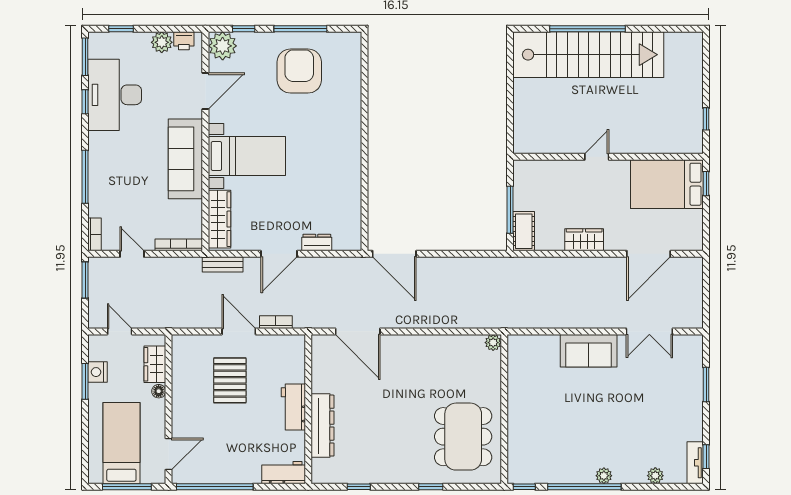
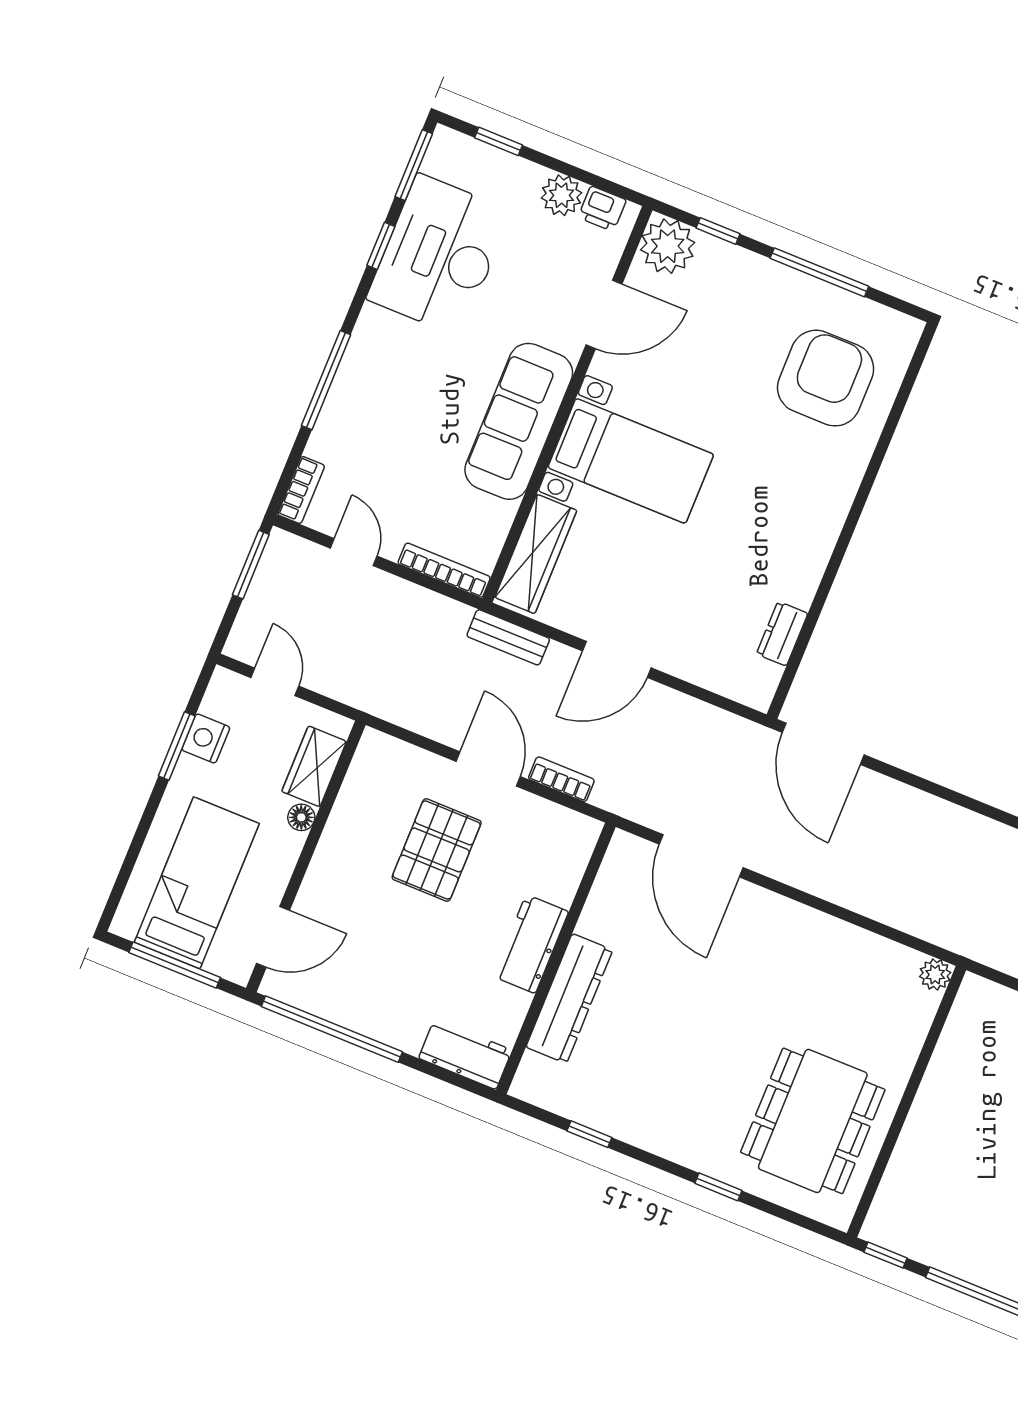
armchair: (299, 71) -> (826, 378), moved
dresser: (317, 243) -> (782, 634), moved, turned -90

